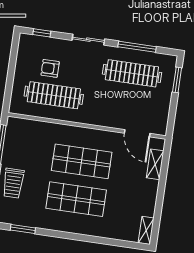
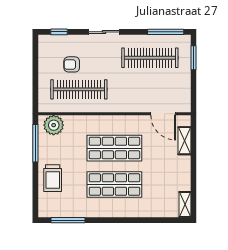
window: (137, 47) -> (166, 32), moved
plant: (22, 128) -> (54, 125), added
window: (23, 229) -> (68, 220), width x1.44

